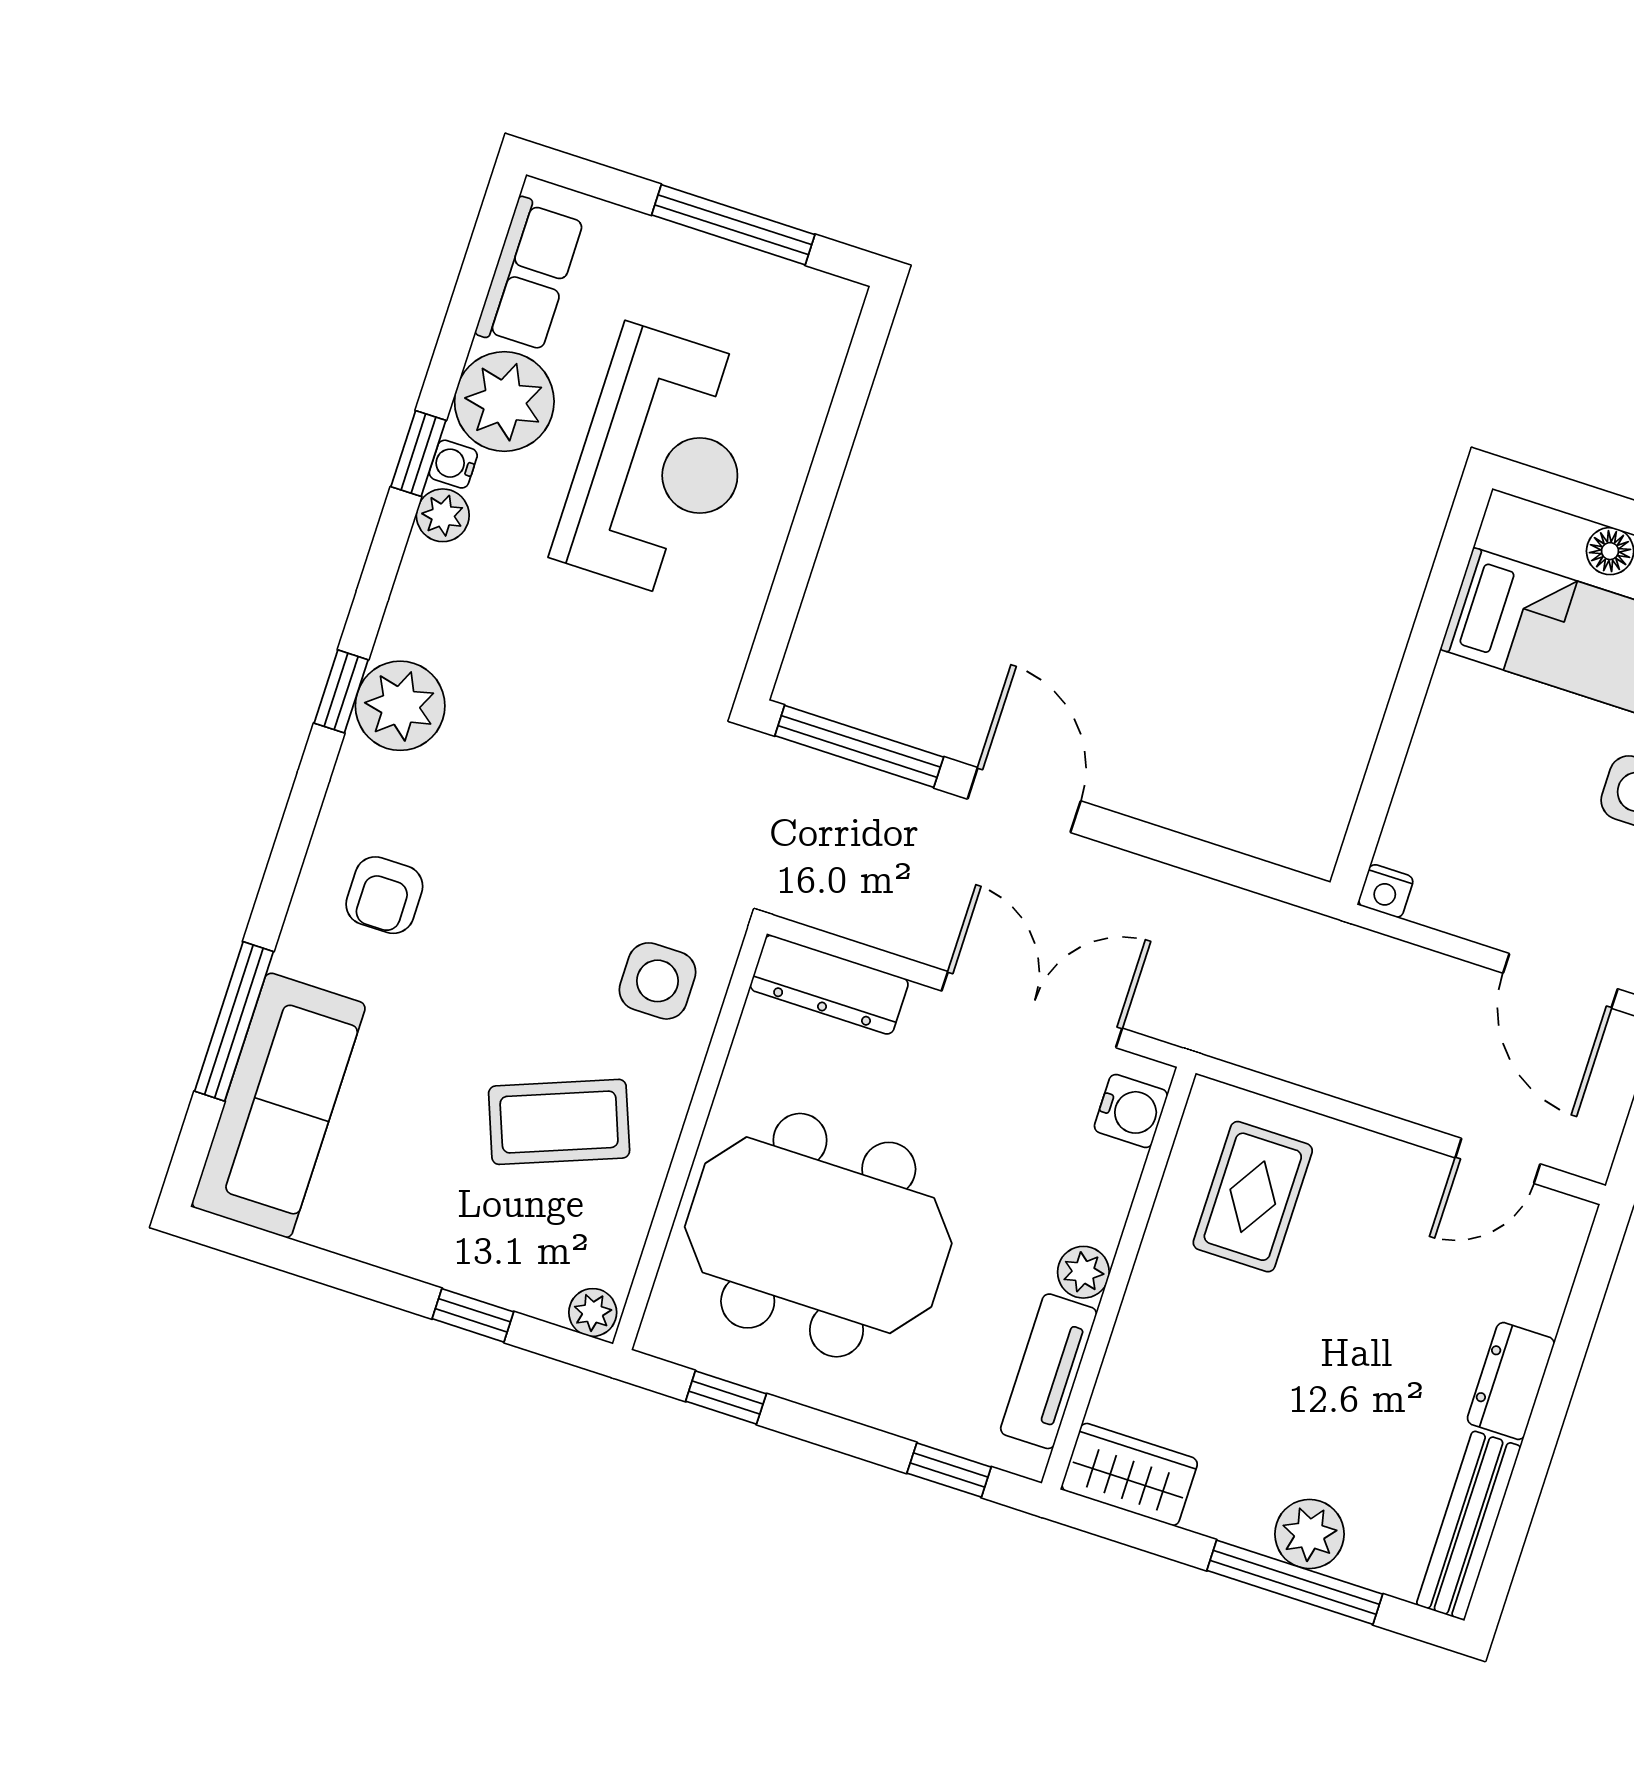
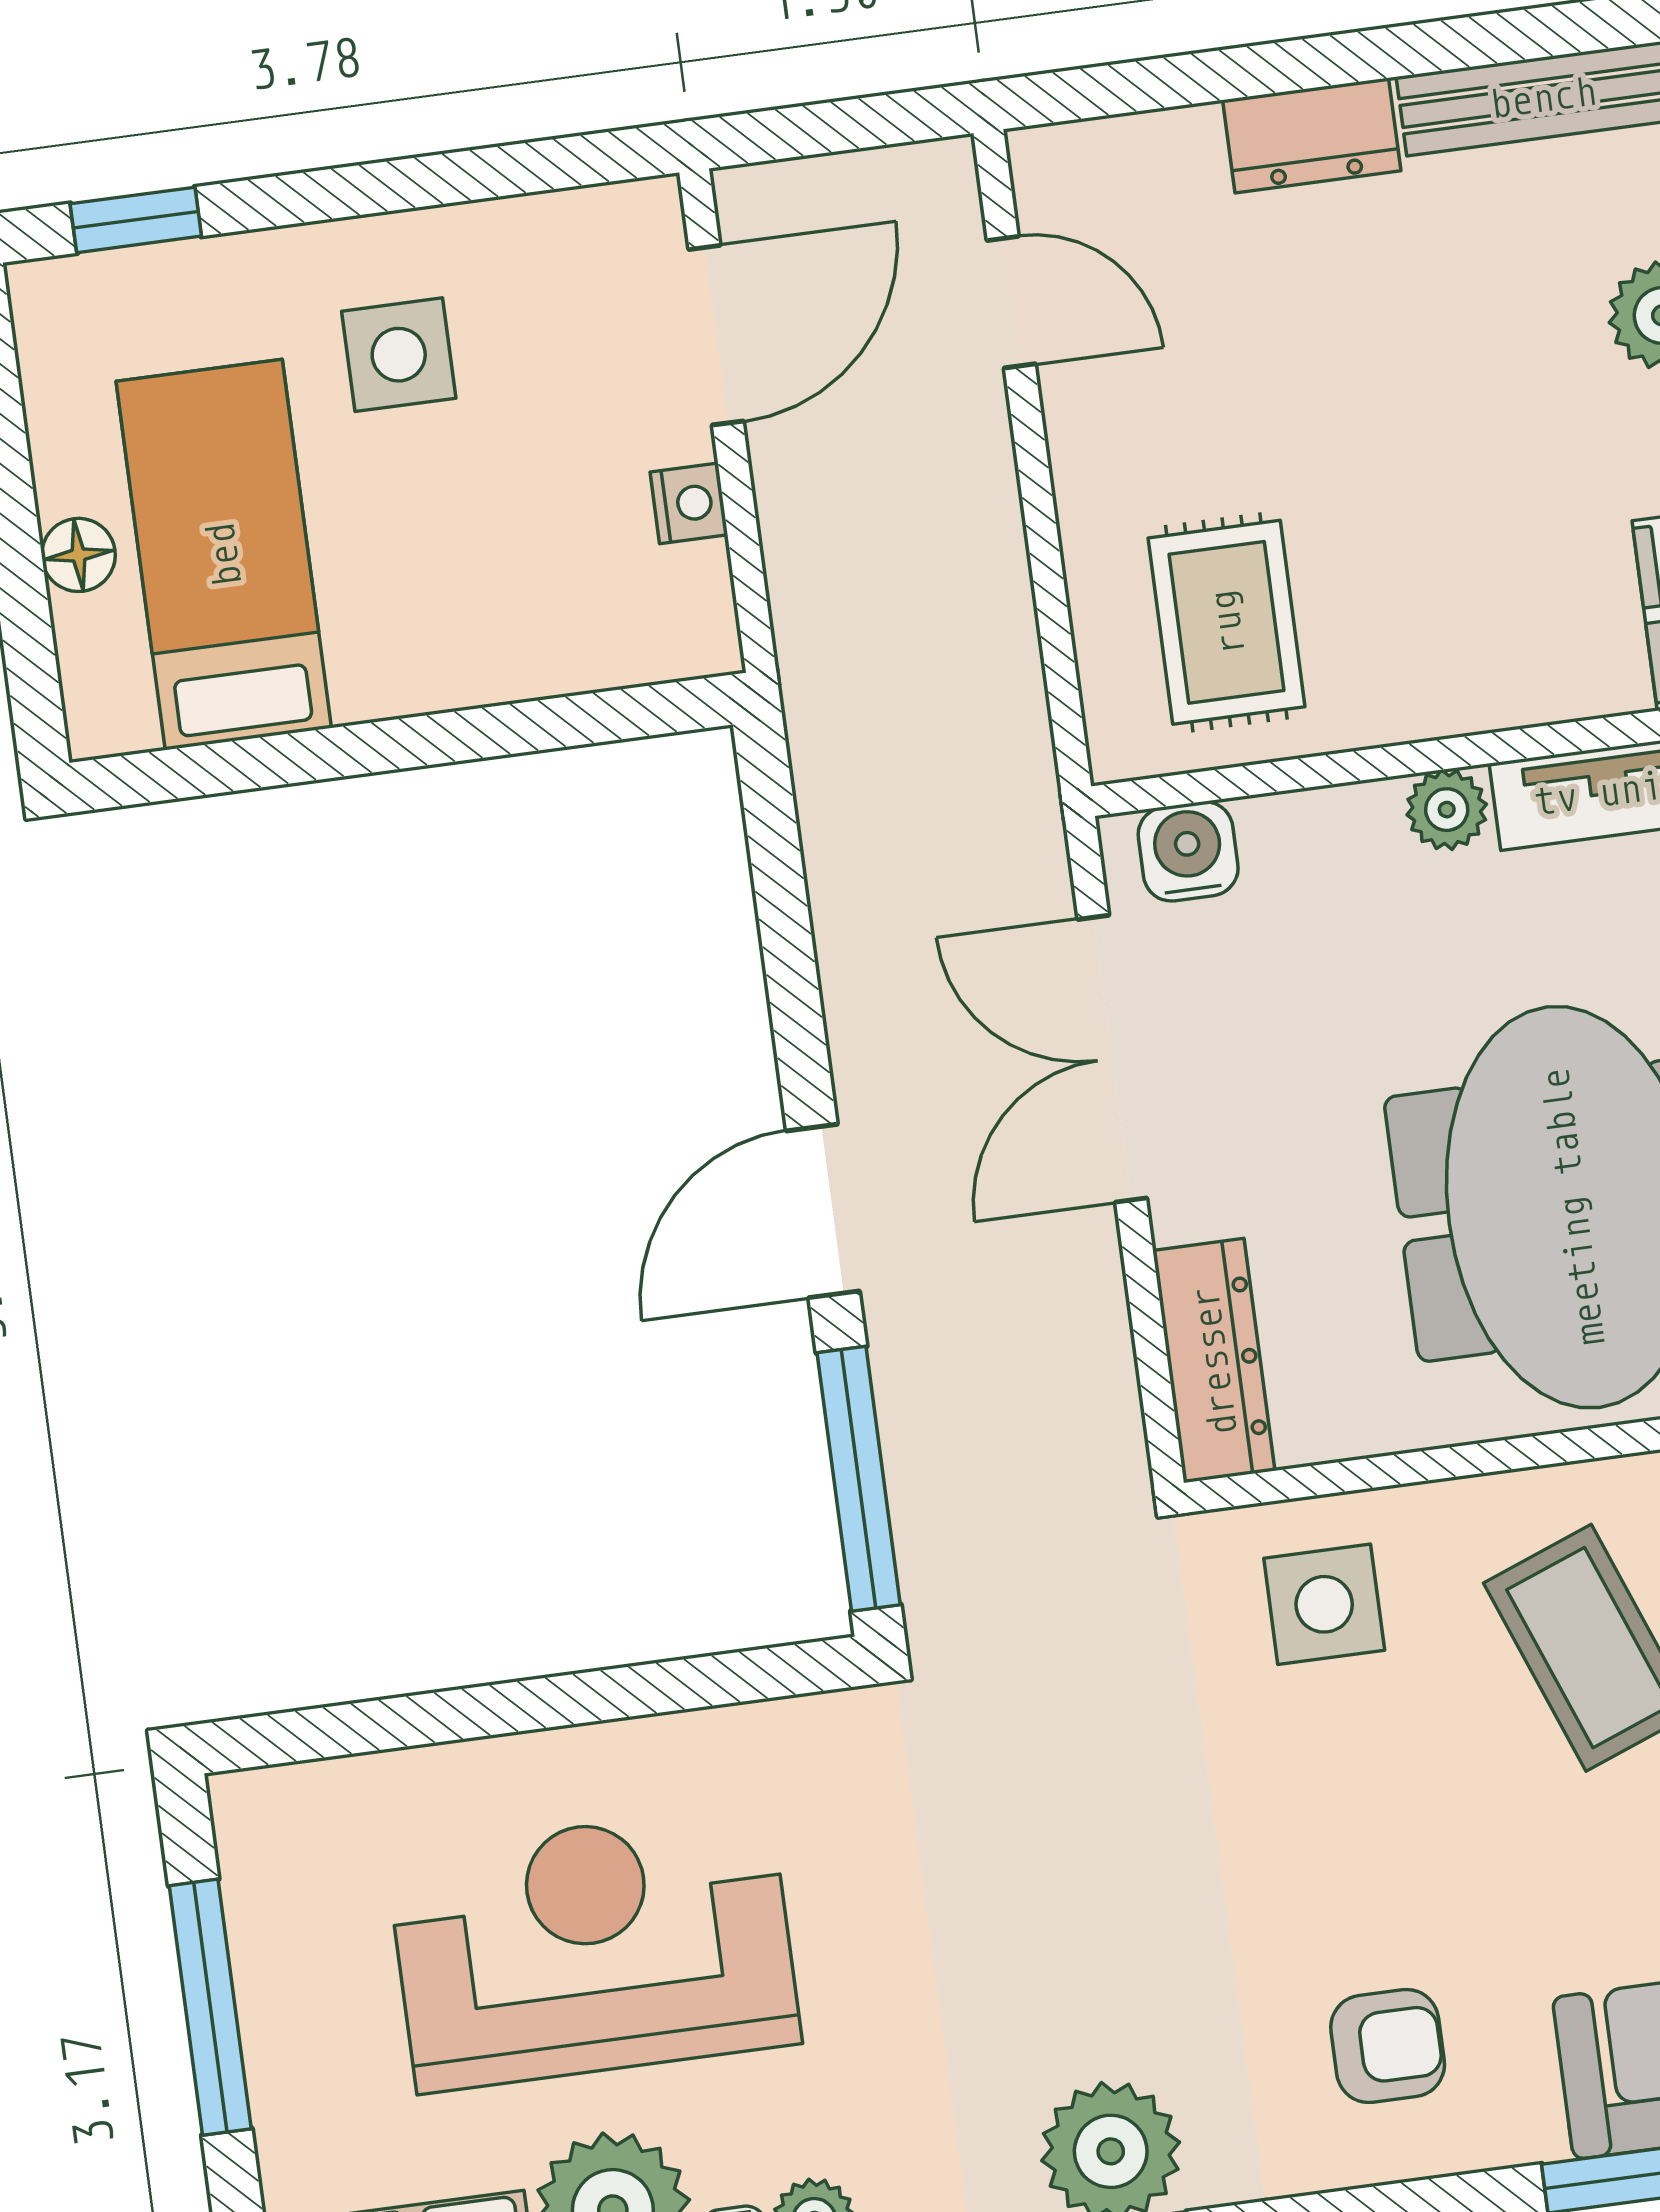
nightstand: (1386, 891) -> (689, 503), moved
rug: (1253, 1197) -> (1227, 622), turned 90

